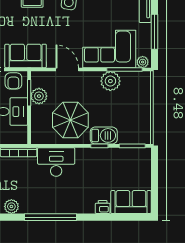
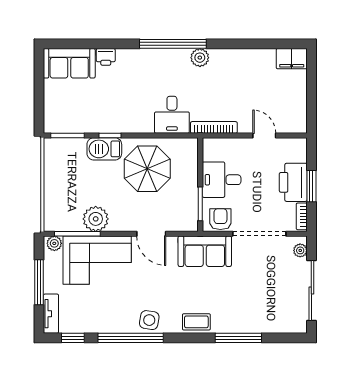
plant: (39, 96) -> (188, 200), removed
desk: (56, 162) -> (172, 115), width x0.73
plant: (11, 206) -> (200, 58), moved

